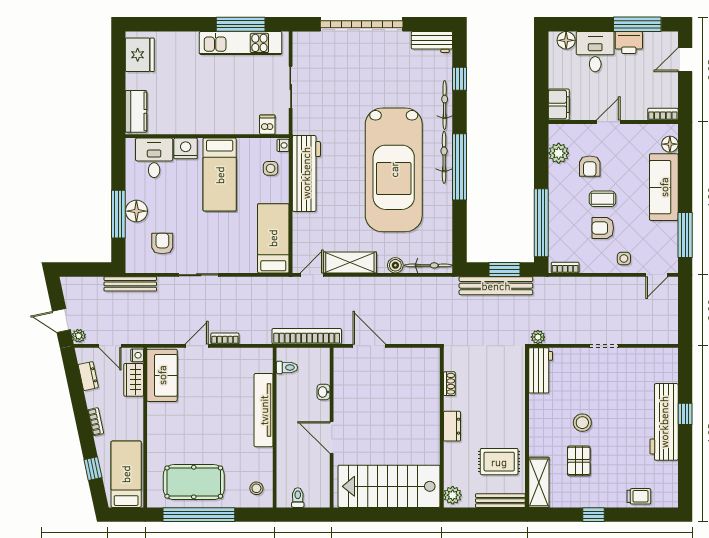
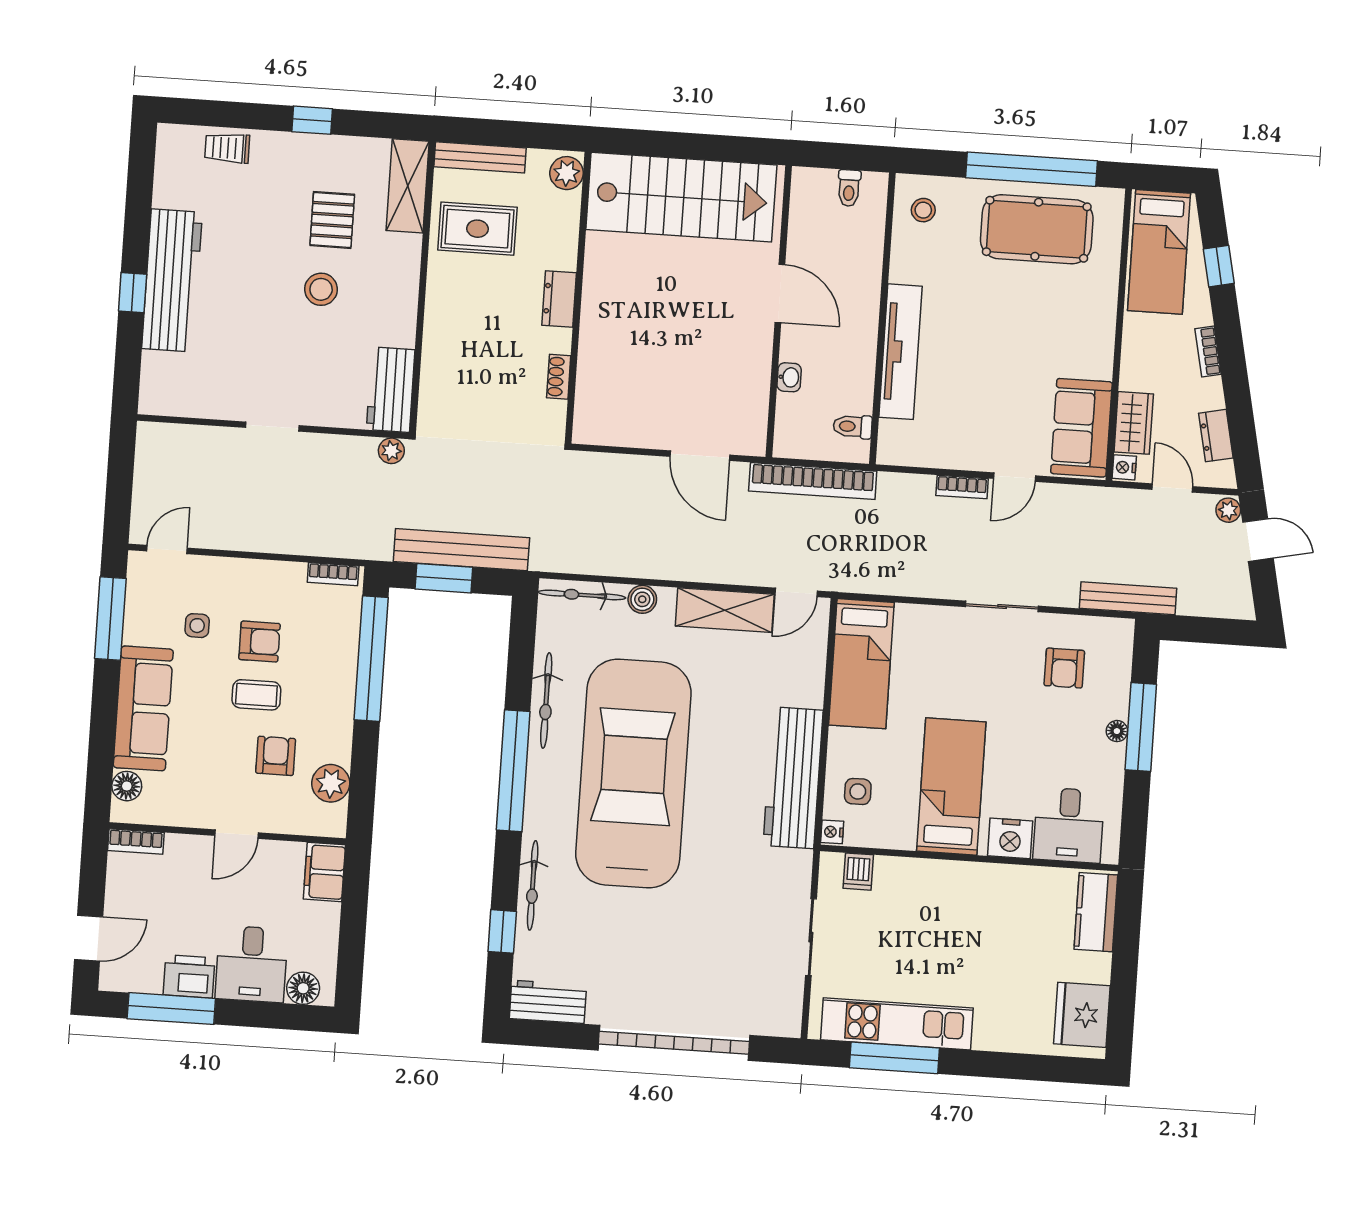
bicycle: (444, 157) -> (546, 700), moved
floor lamp: (136, 211) -> (1117, 731), width x0.53, depth x0.53
side table: (624, 258) -> (197, 626), moved

